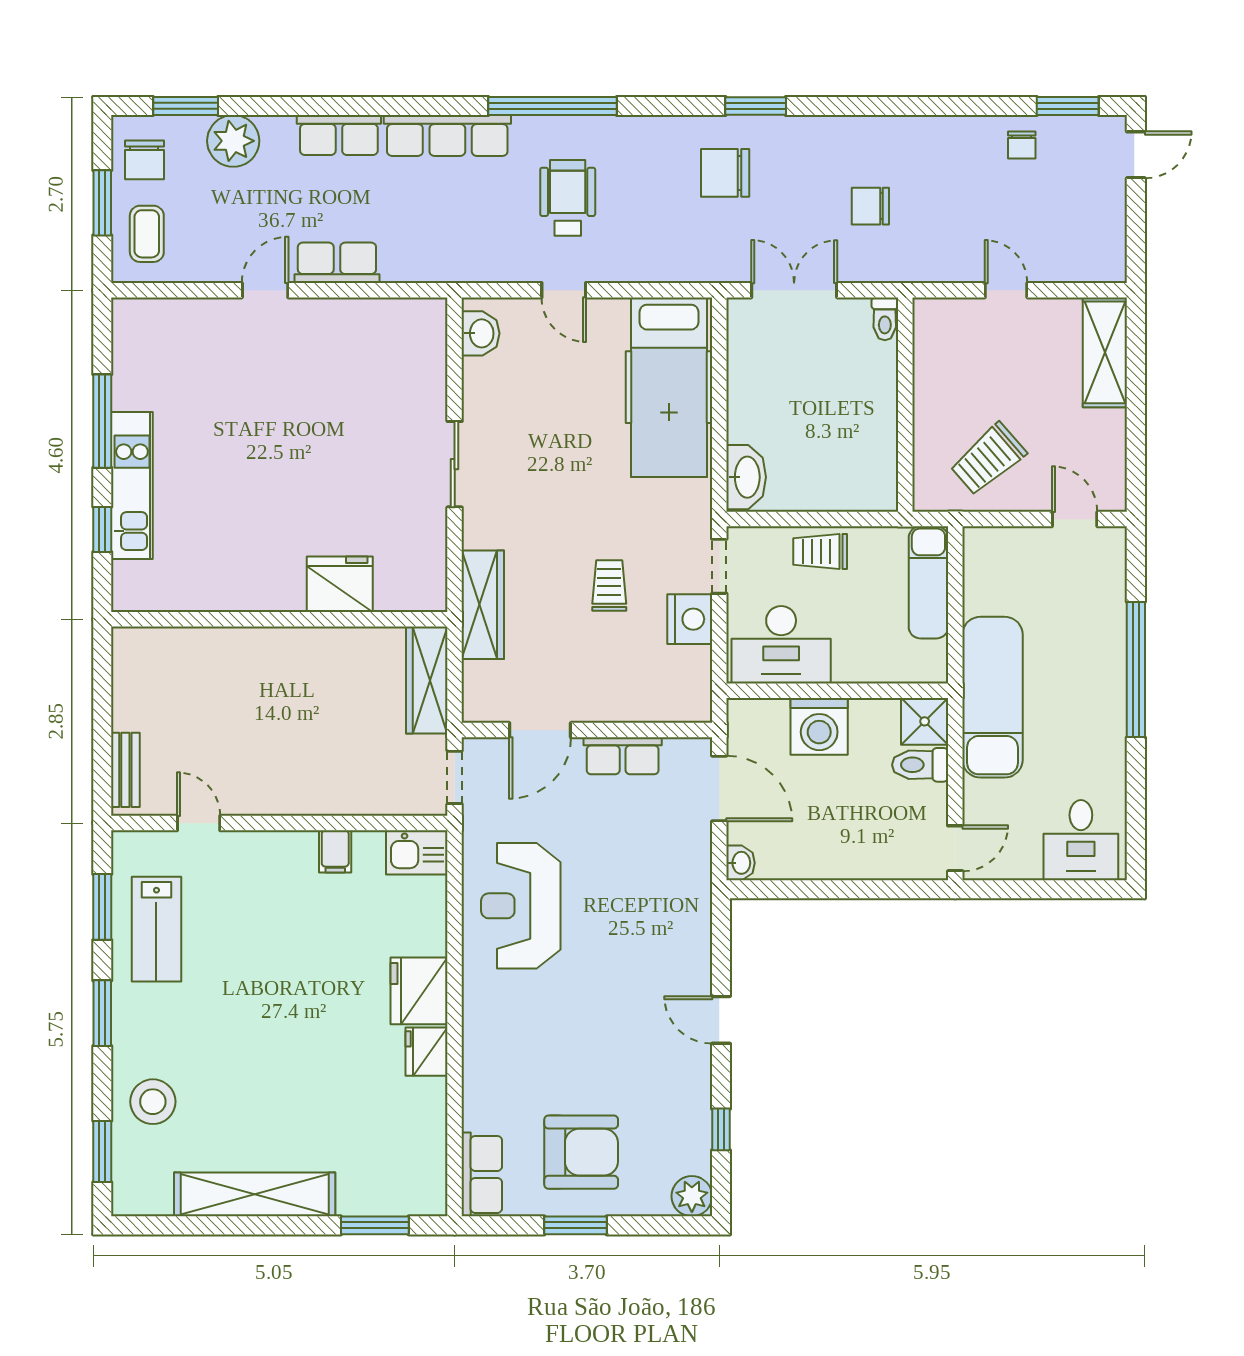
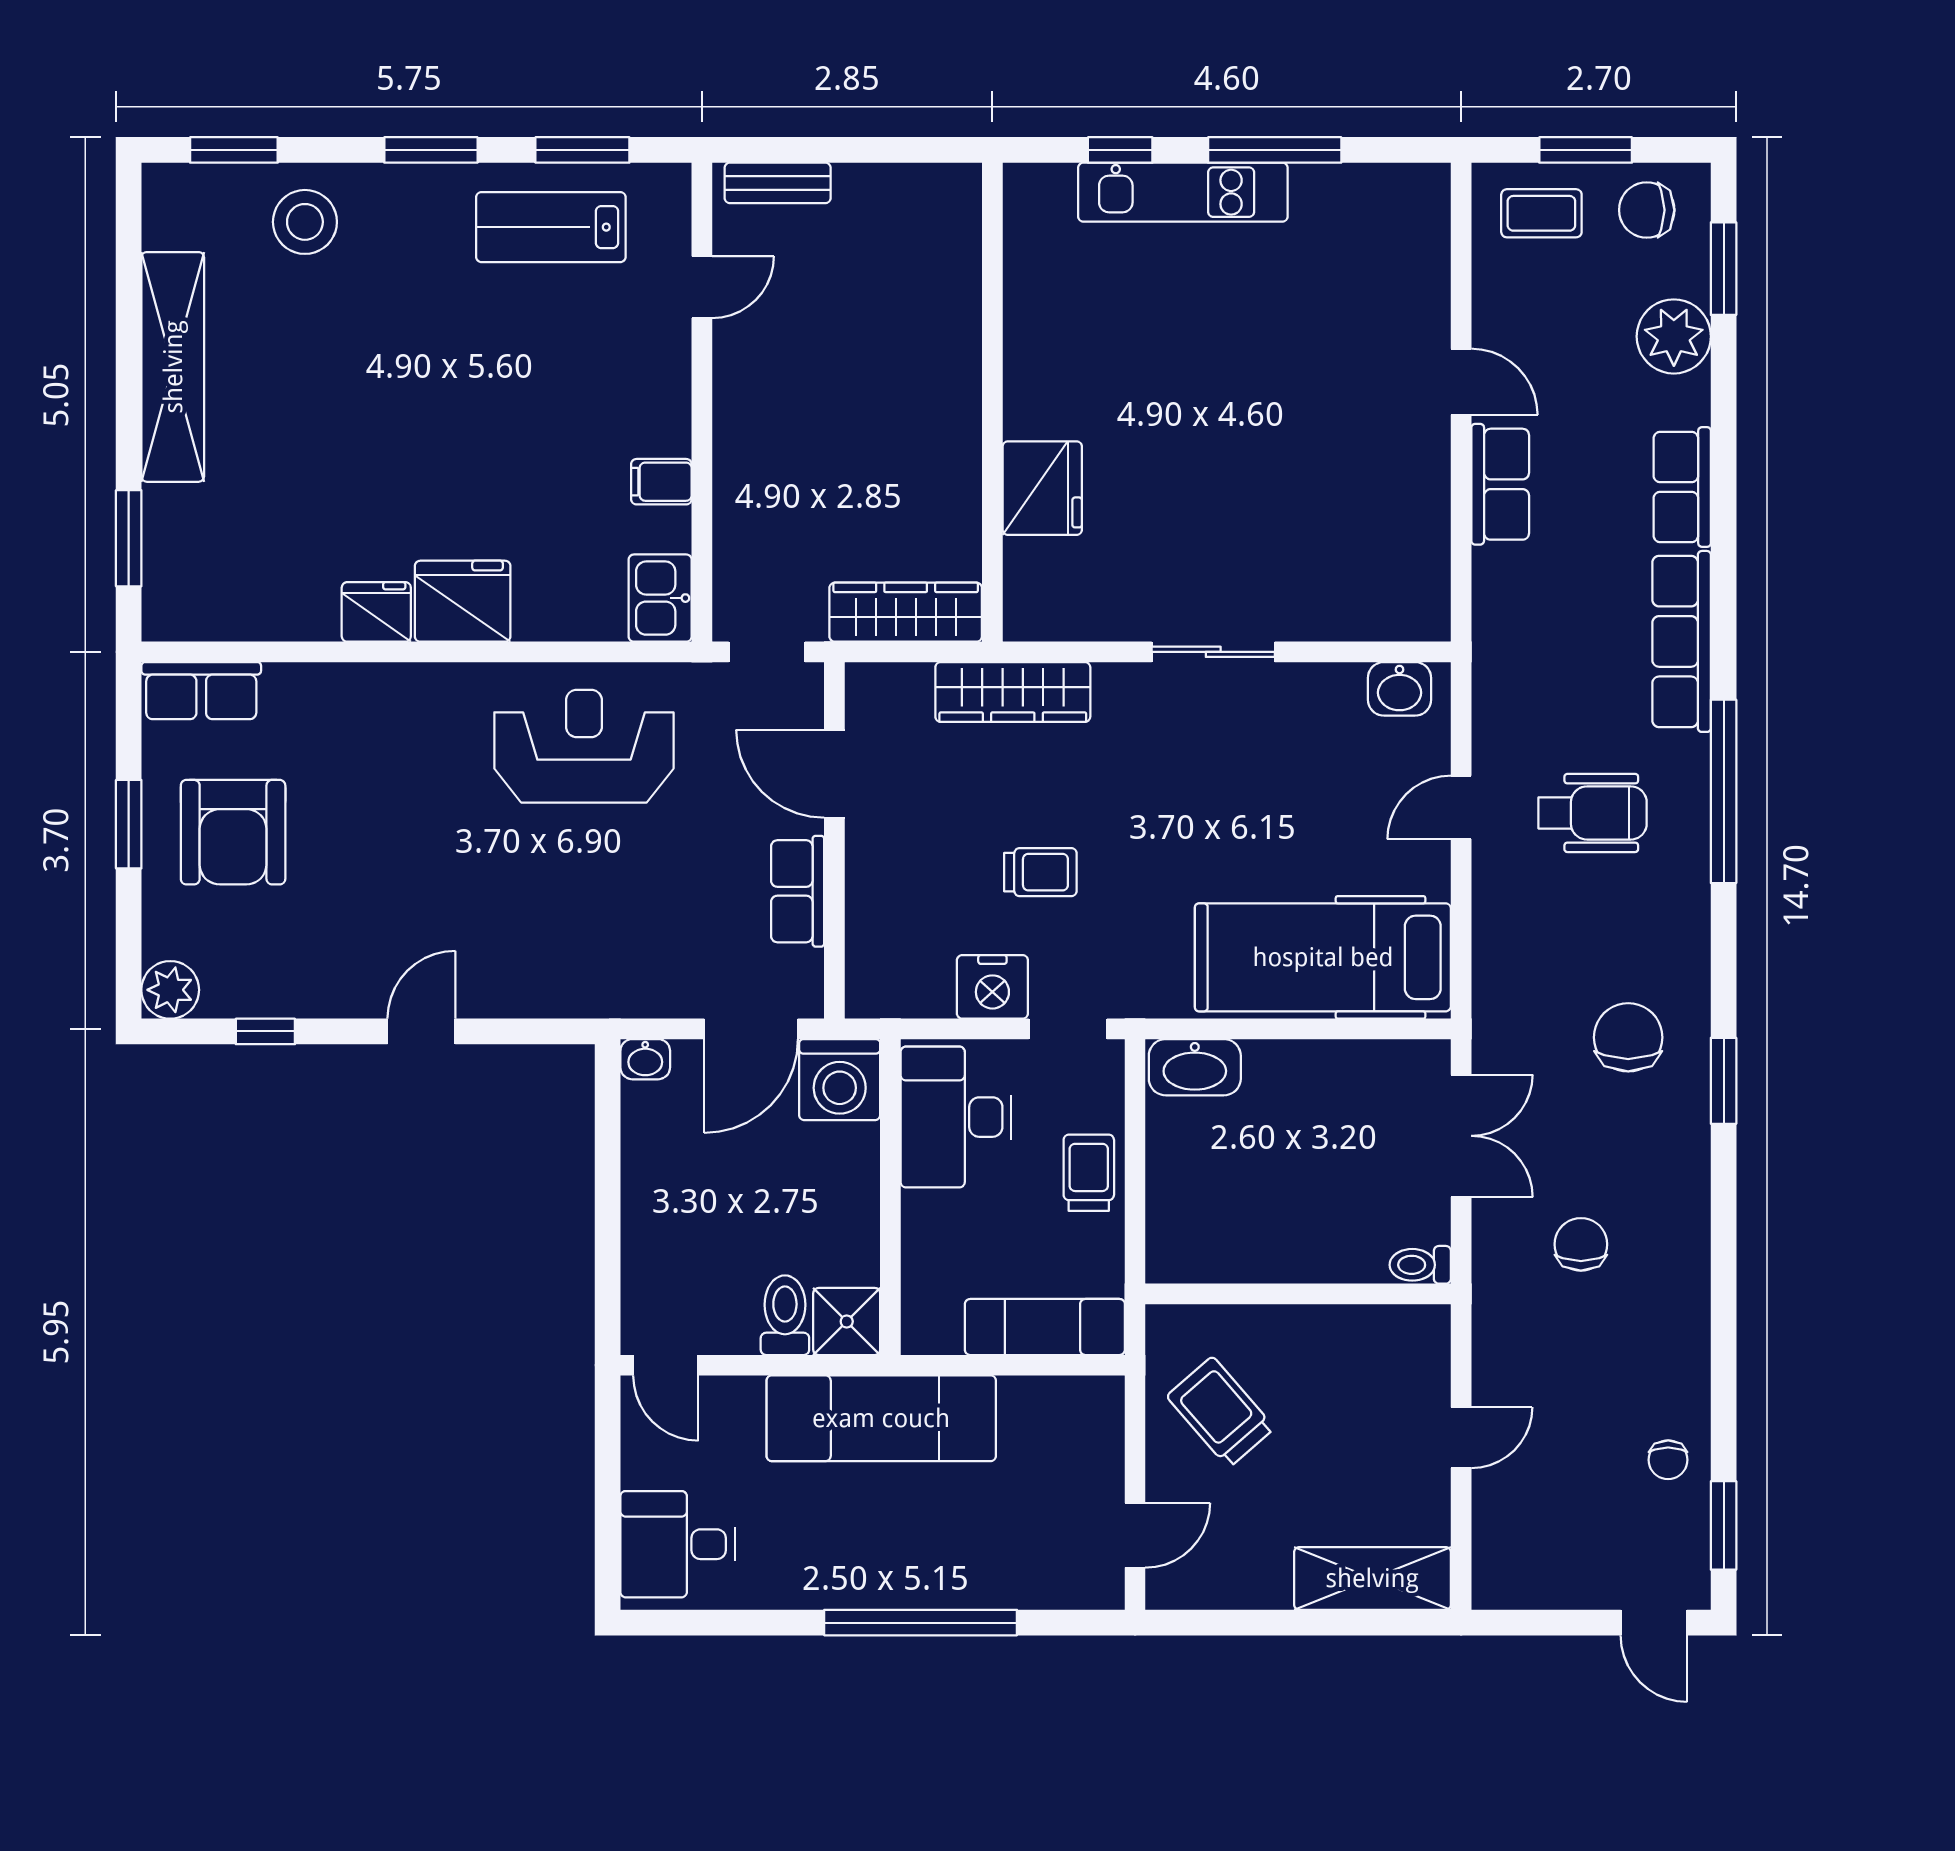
chair: (1022, 145) -> (1668, 1460), turned -90
washing machine: (819, 726) -> (840, 1080), moved, turned -90

